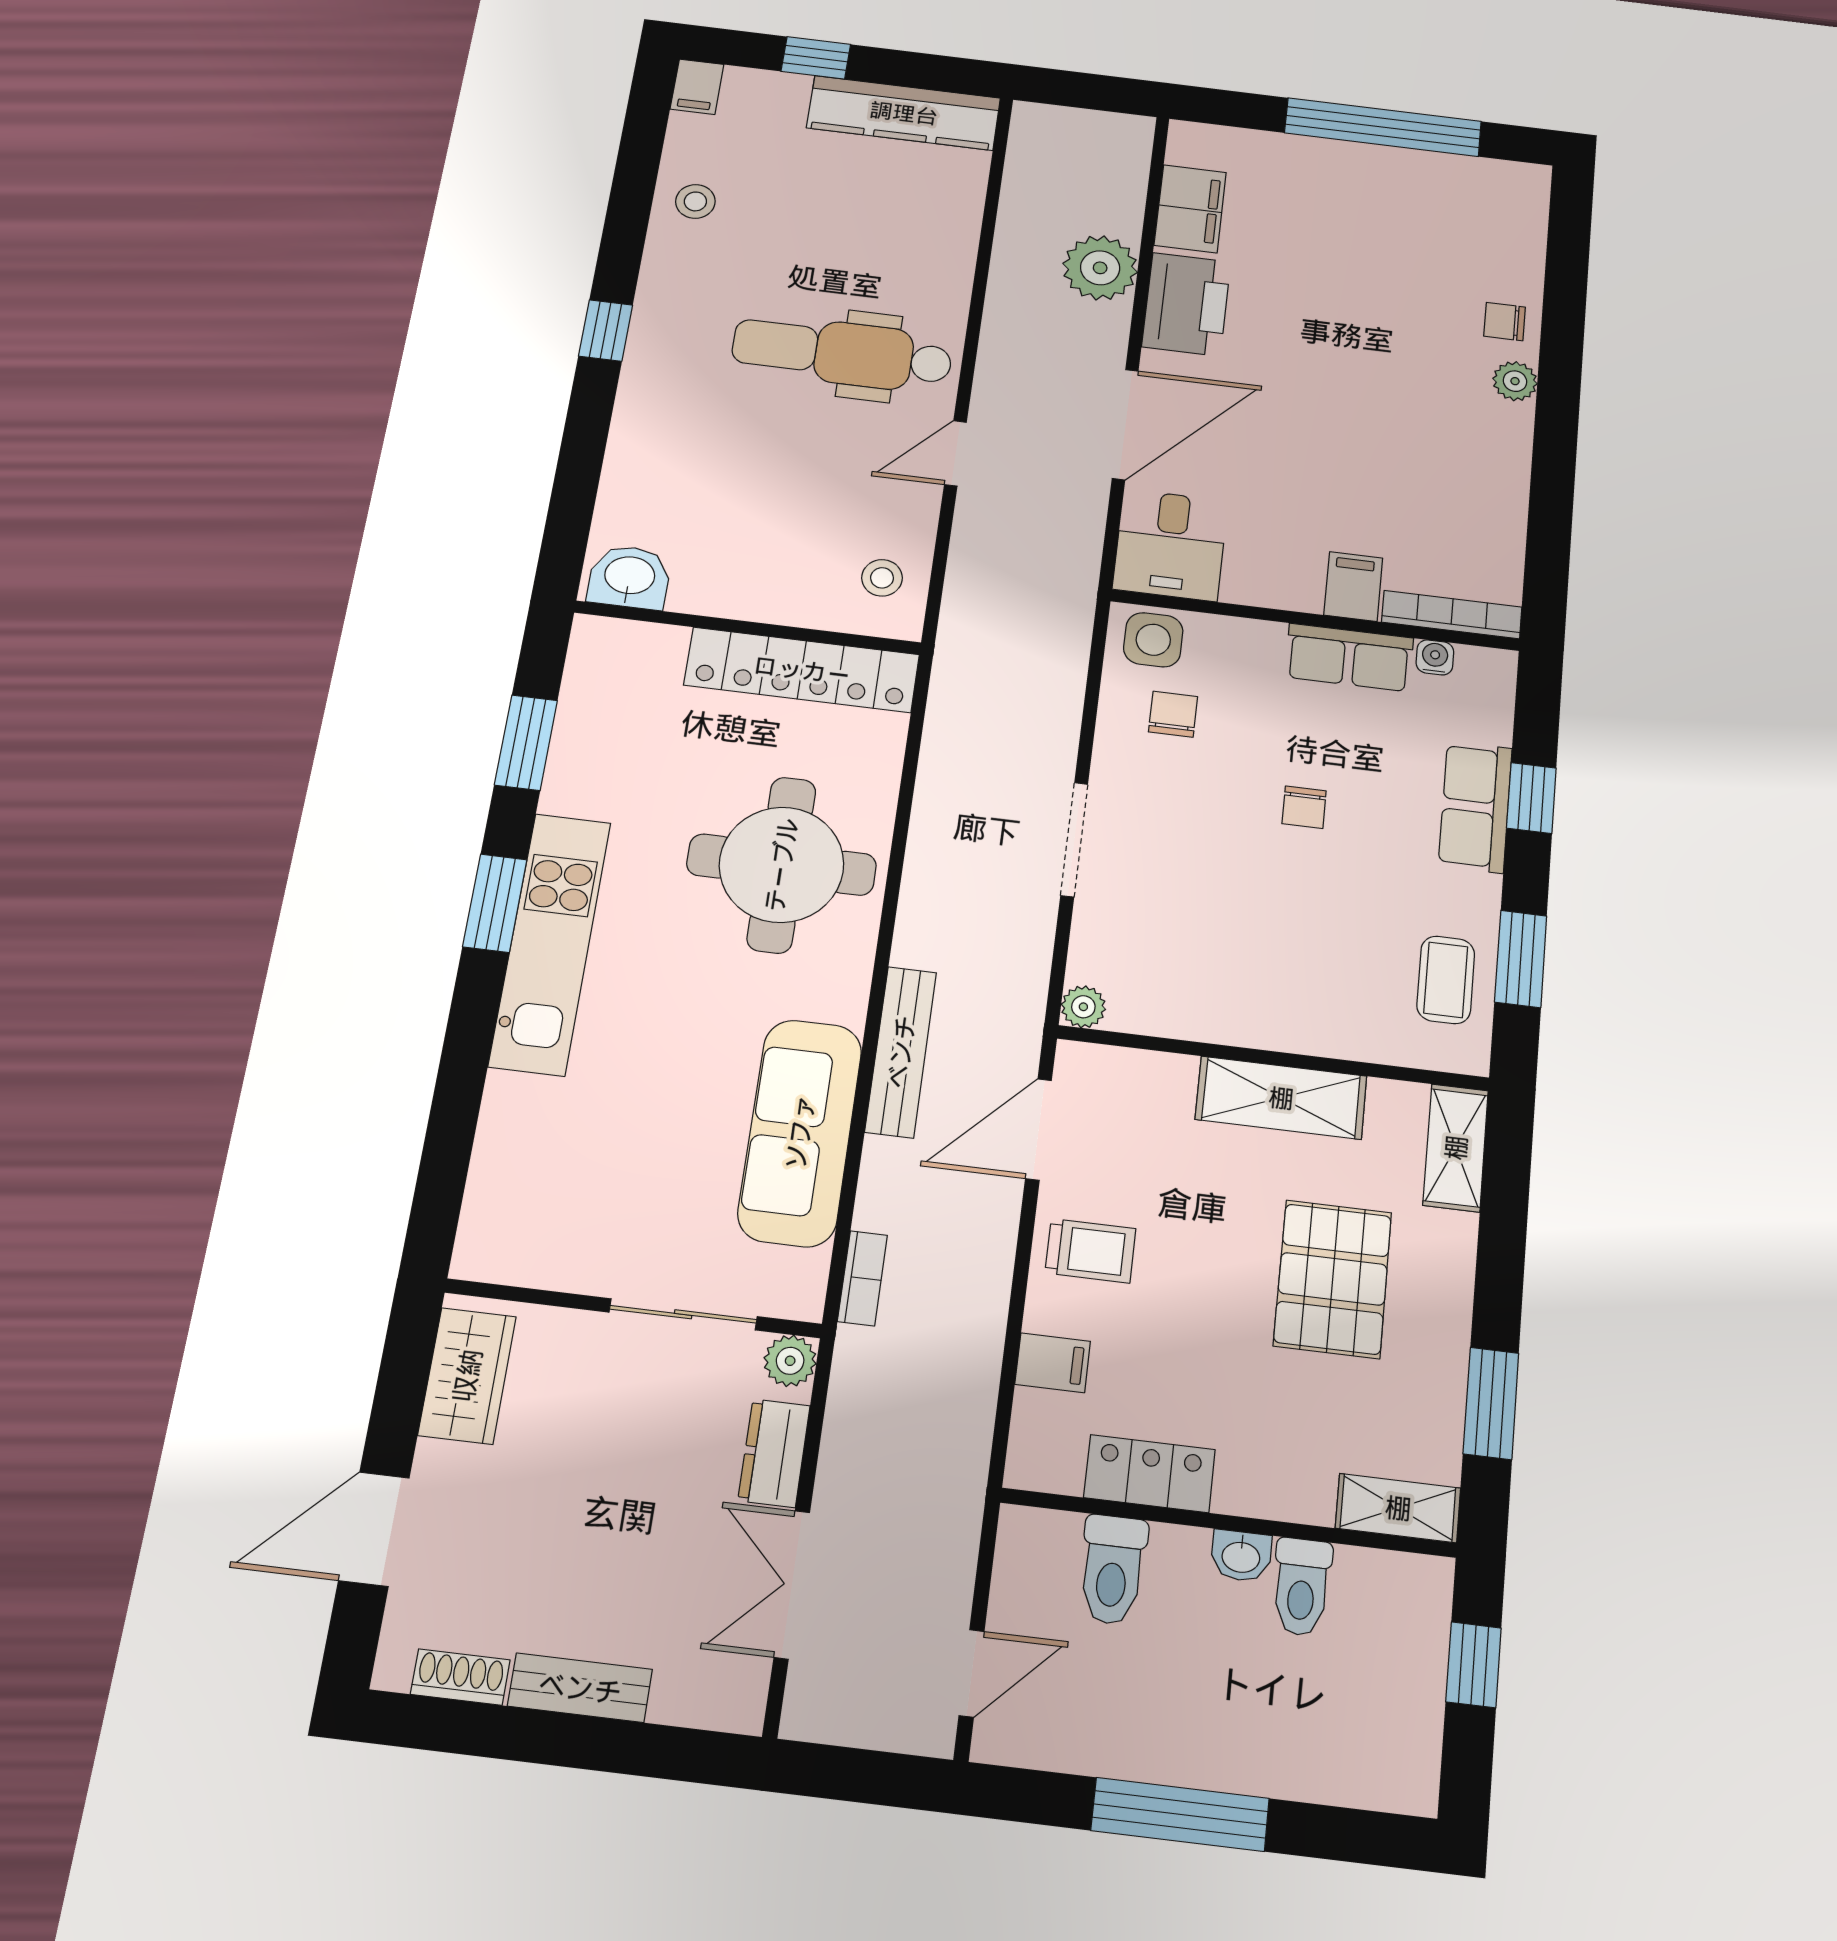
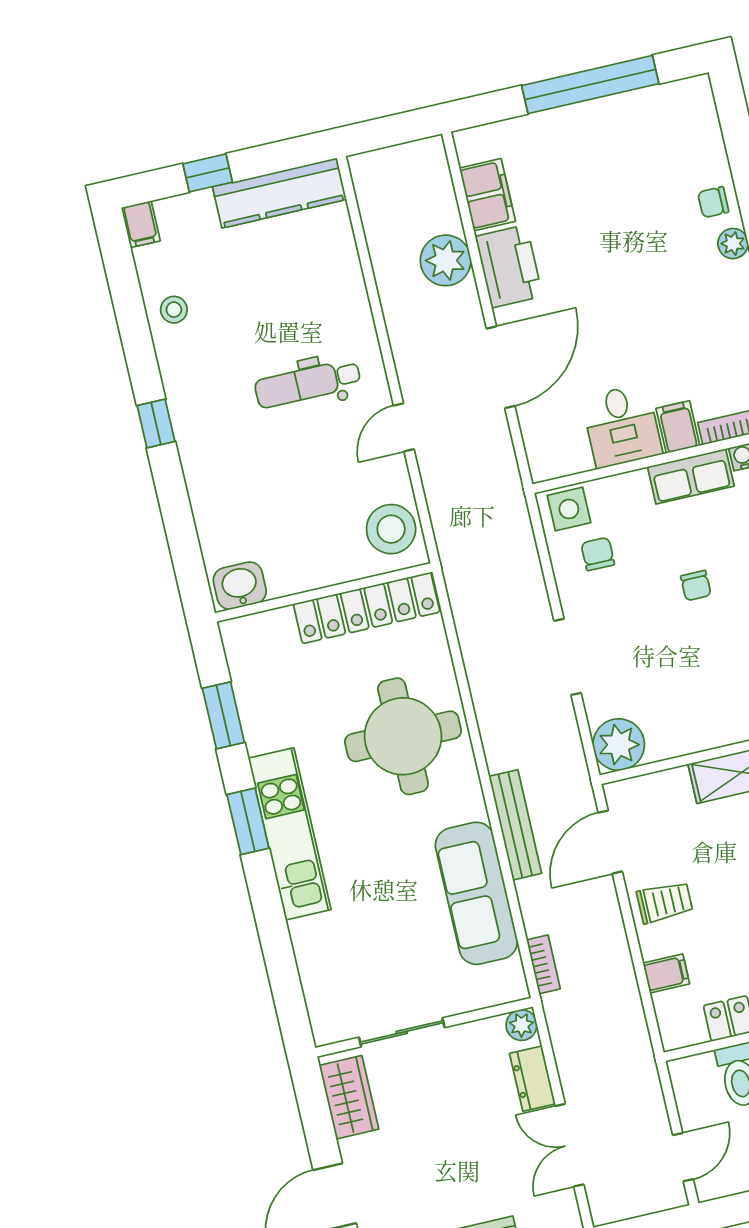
dental chair: (842, 353) -> (308, 384), width x0.73, depth x0.72
desk: (1170, 545) -> (622, 426), moved
stool: (882, 578) -> (391, 529), width x1.89, depth x1.89
plant: (1083, 1007) -> (619, 745), width x1.88, depth x1.88
sliding door: (683, 1314) -> (402, 1032), moved

